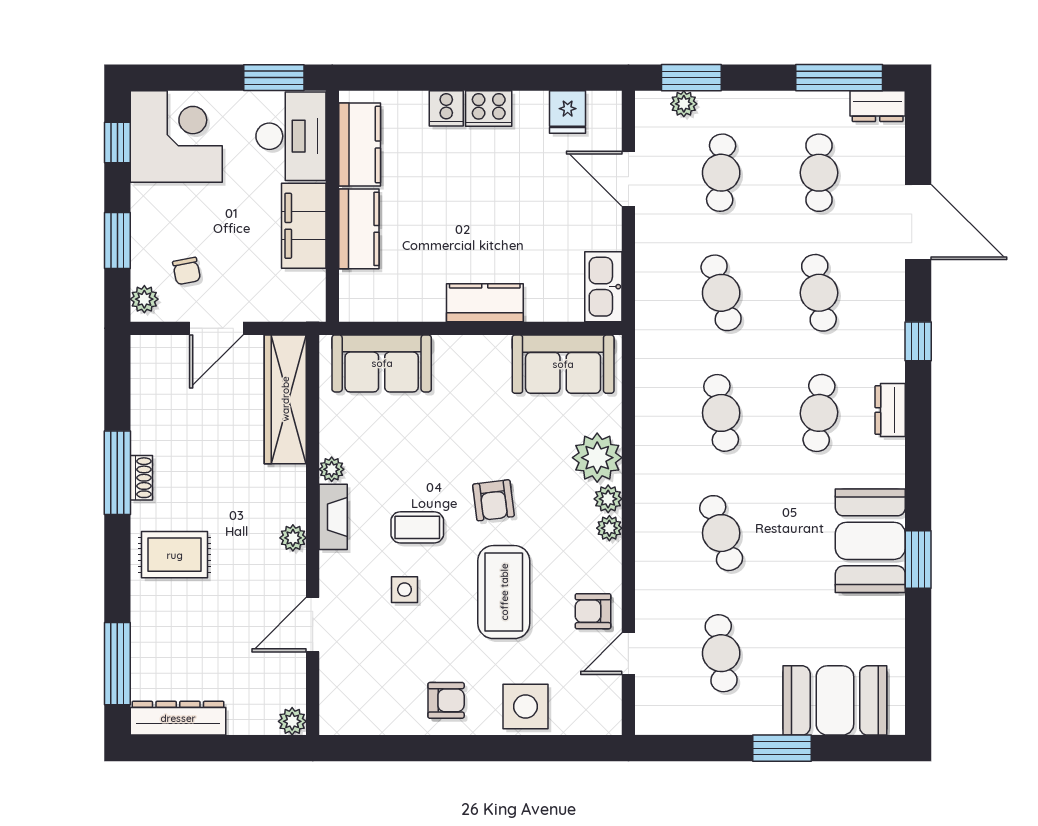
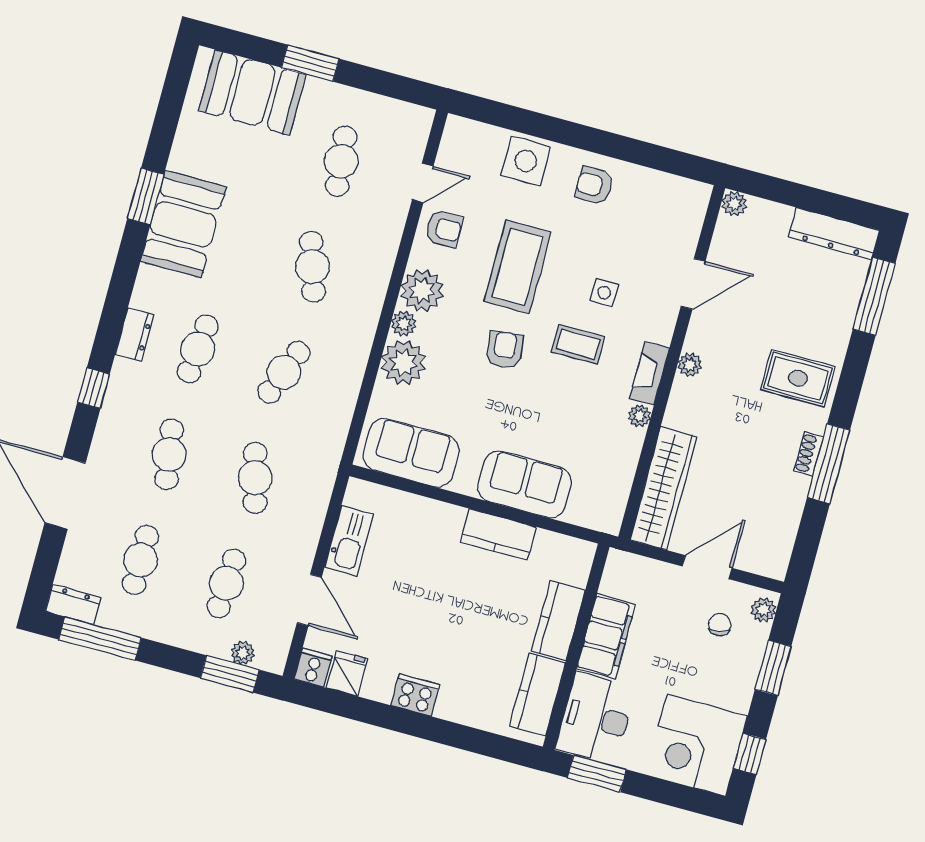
cooker: (446, 108) -> (313, 668), moved
kitchen sink: (603, 287) -> (349, 541), moved
kitchen counter: (485, 303) -> (498, 535), moved
sofa: (382, 363) -> (525, 484), moved
cafe table: (721, 413) -> (284, 372), turned 30
plant: (609, 528) -> (422, 291), width x1.88, depth x1.88

